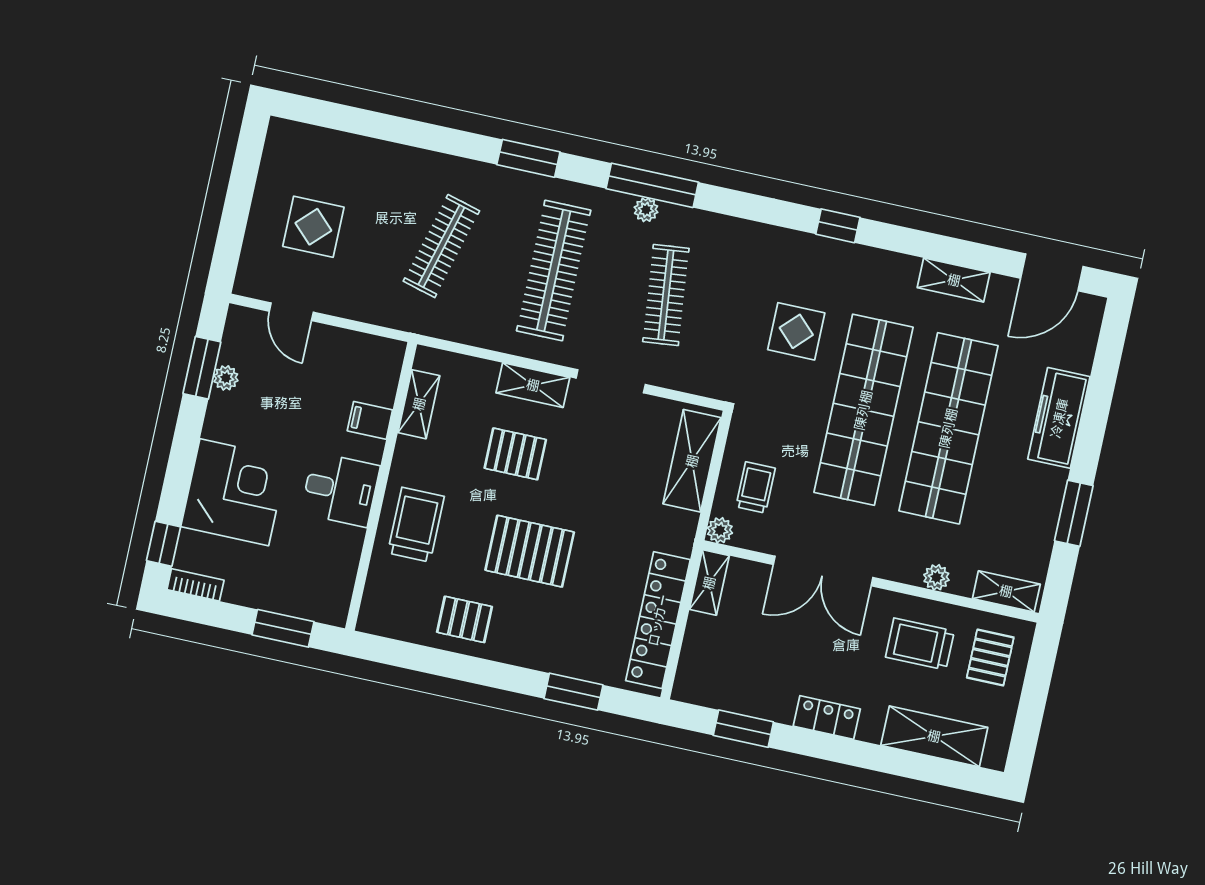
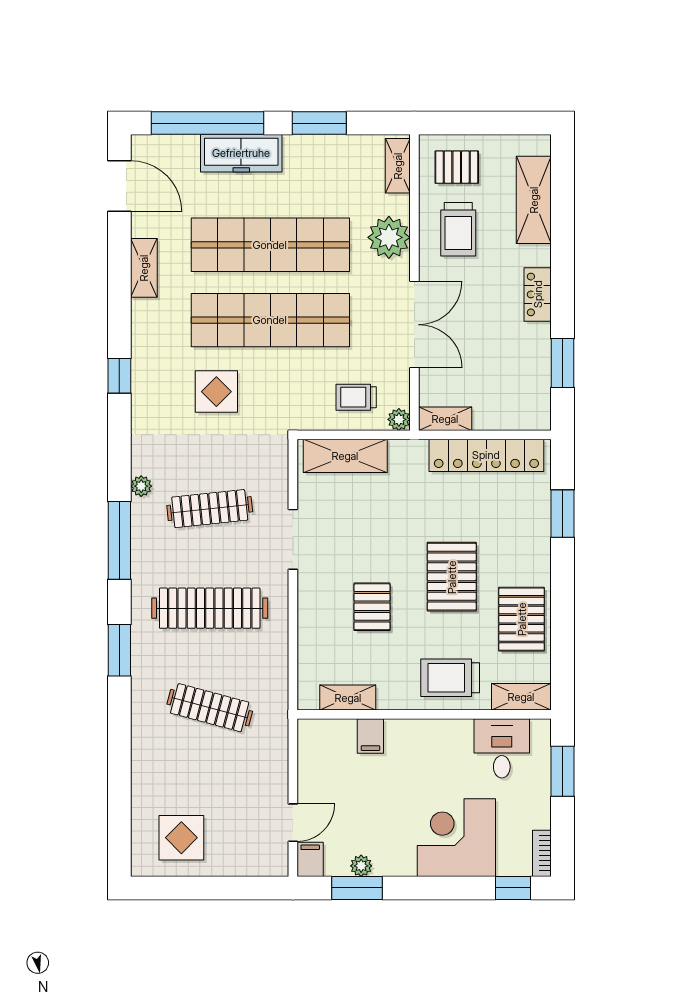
plant: (646, 210) -> (141, 486), moved
display table: (313, 227) -> (181, 838), moved
filing cabinet: (246, 322) -> (310, 859), added
shelving: (533, 385) -> (521, 697), moved, turned 90
window: (1101, 387) -> (208, 123), added
desk: (340, 490) -> (502, 748), moved
plant: (936, 577) -> (389, 237), width x1.87, depth x1.87
pallet: (465, 619) -> (522, 619), width x1.50, depth x1.42

